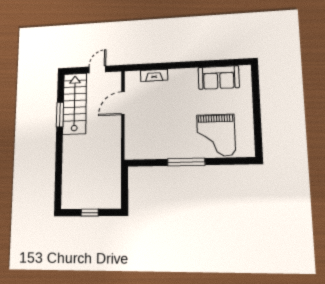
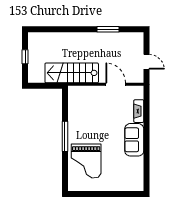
sofa: (219, 77) -> (134, 140), moved
stairs: (75, 104) -> (72, 73), moved, turned 180
grand piano: (216, 135) -> (86, 161), turned -90

